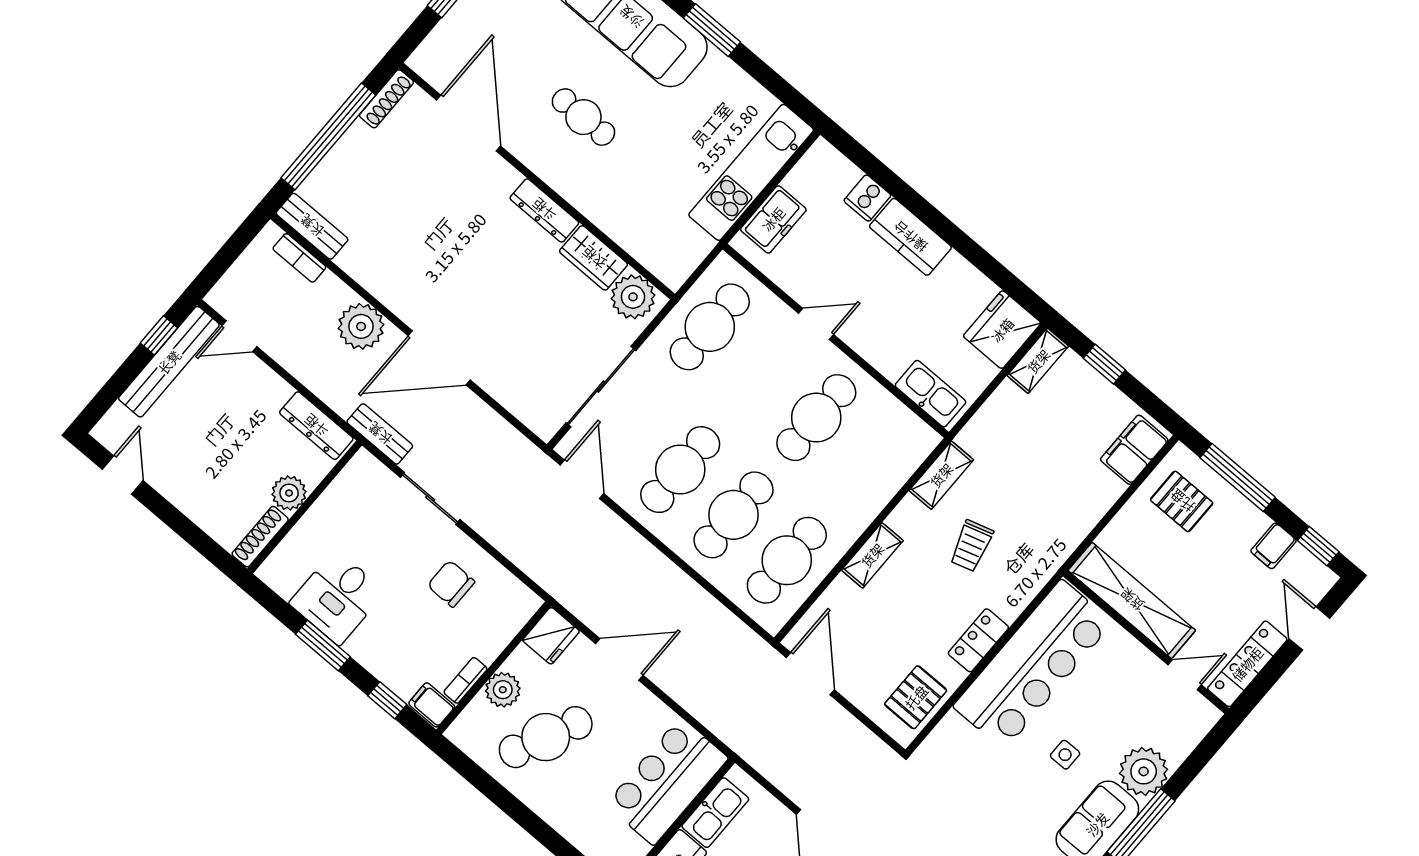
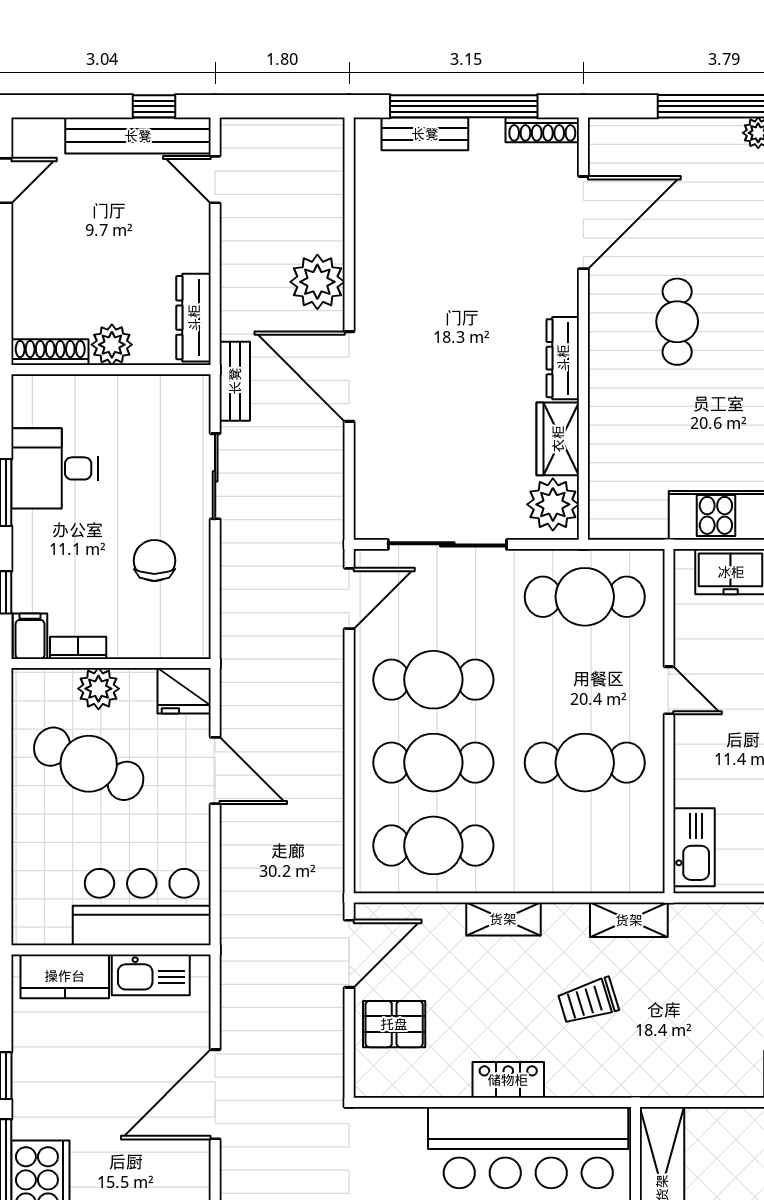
bench: (312, 226) -> (425, 134), moved, turned 90
bookcase: (299, 258) -> (332, 173), removed
pallet: (916, 697) -> (394, 1024), moved

